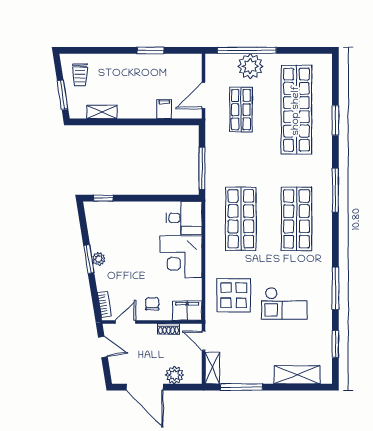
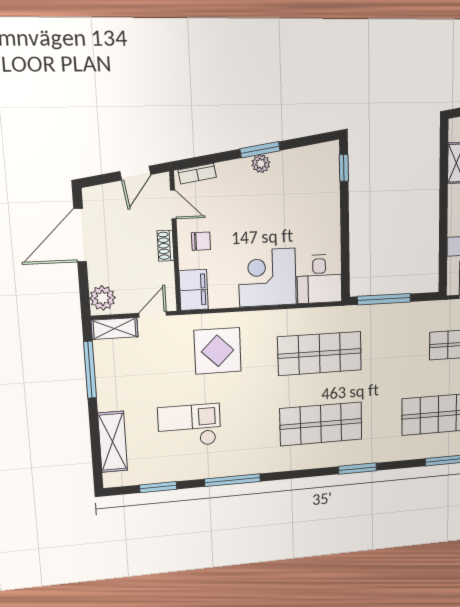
window: (335, 190) -> (358, 469), width x0.69
checkout: (284, 303) -> (189, 426), moved, turned 90
shoe rack: (169, 329) -> (166, 246), moved
plant: (175, 375) -> (103, 298), moved

